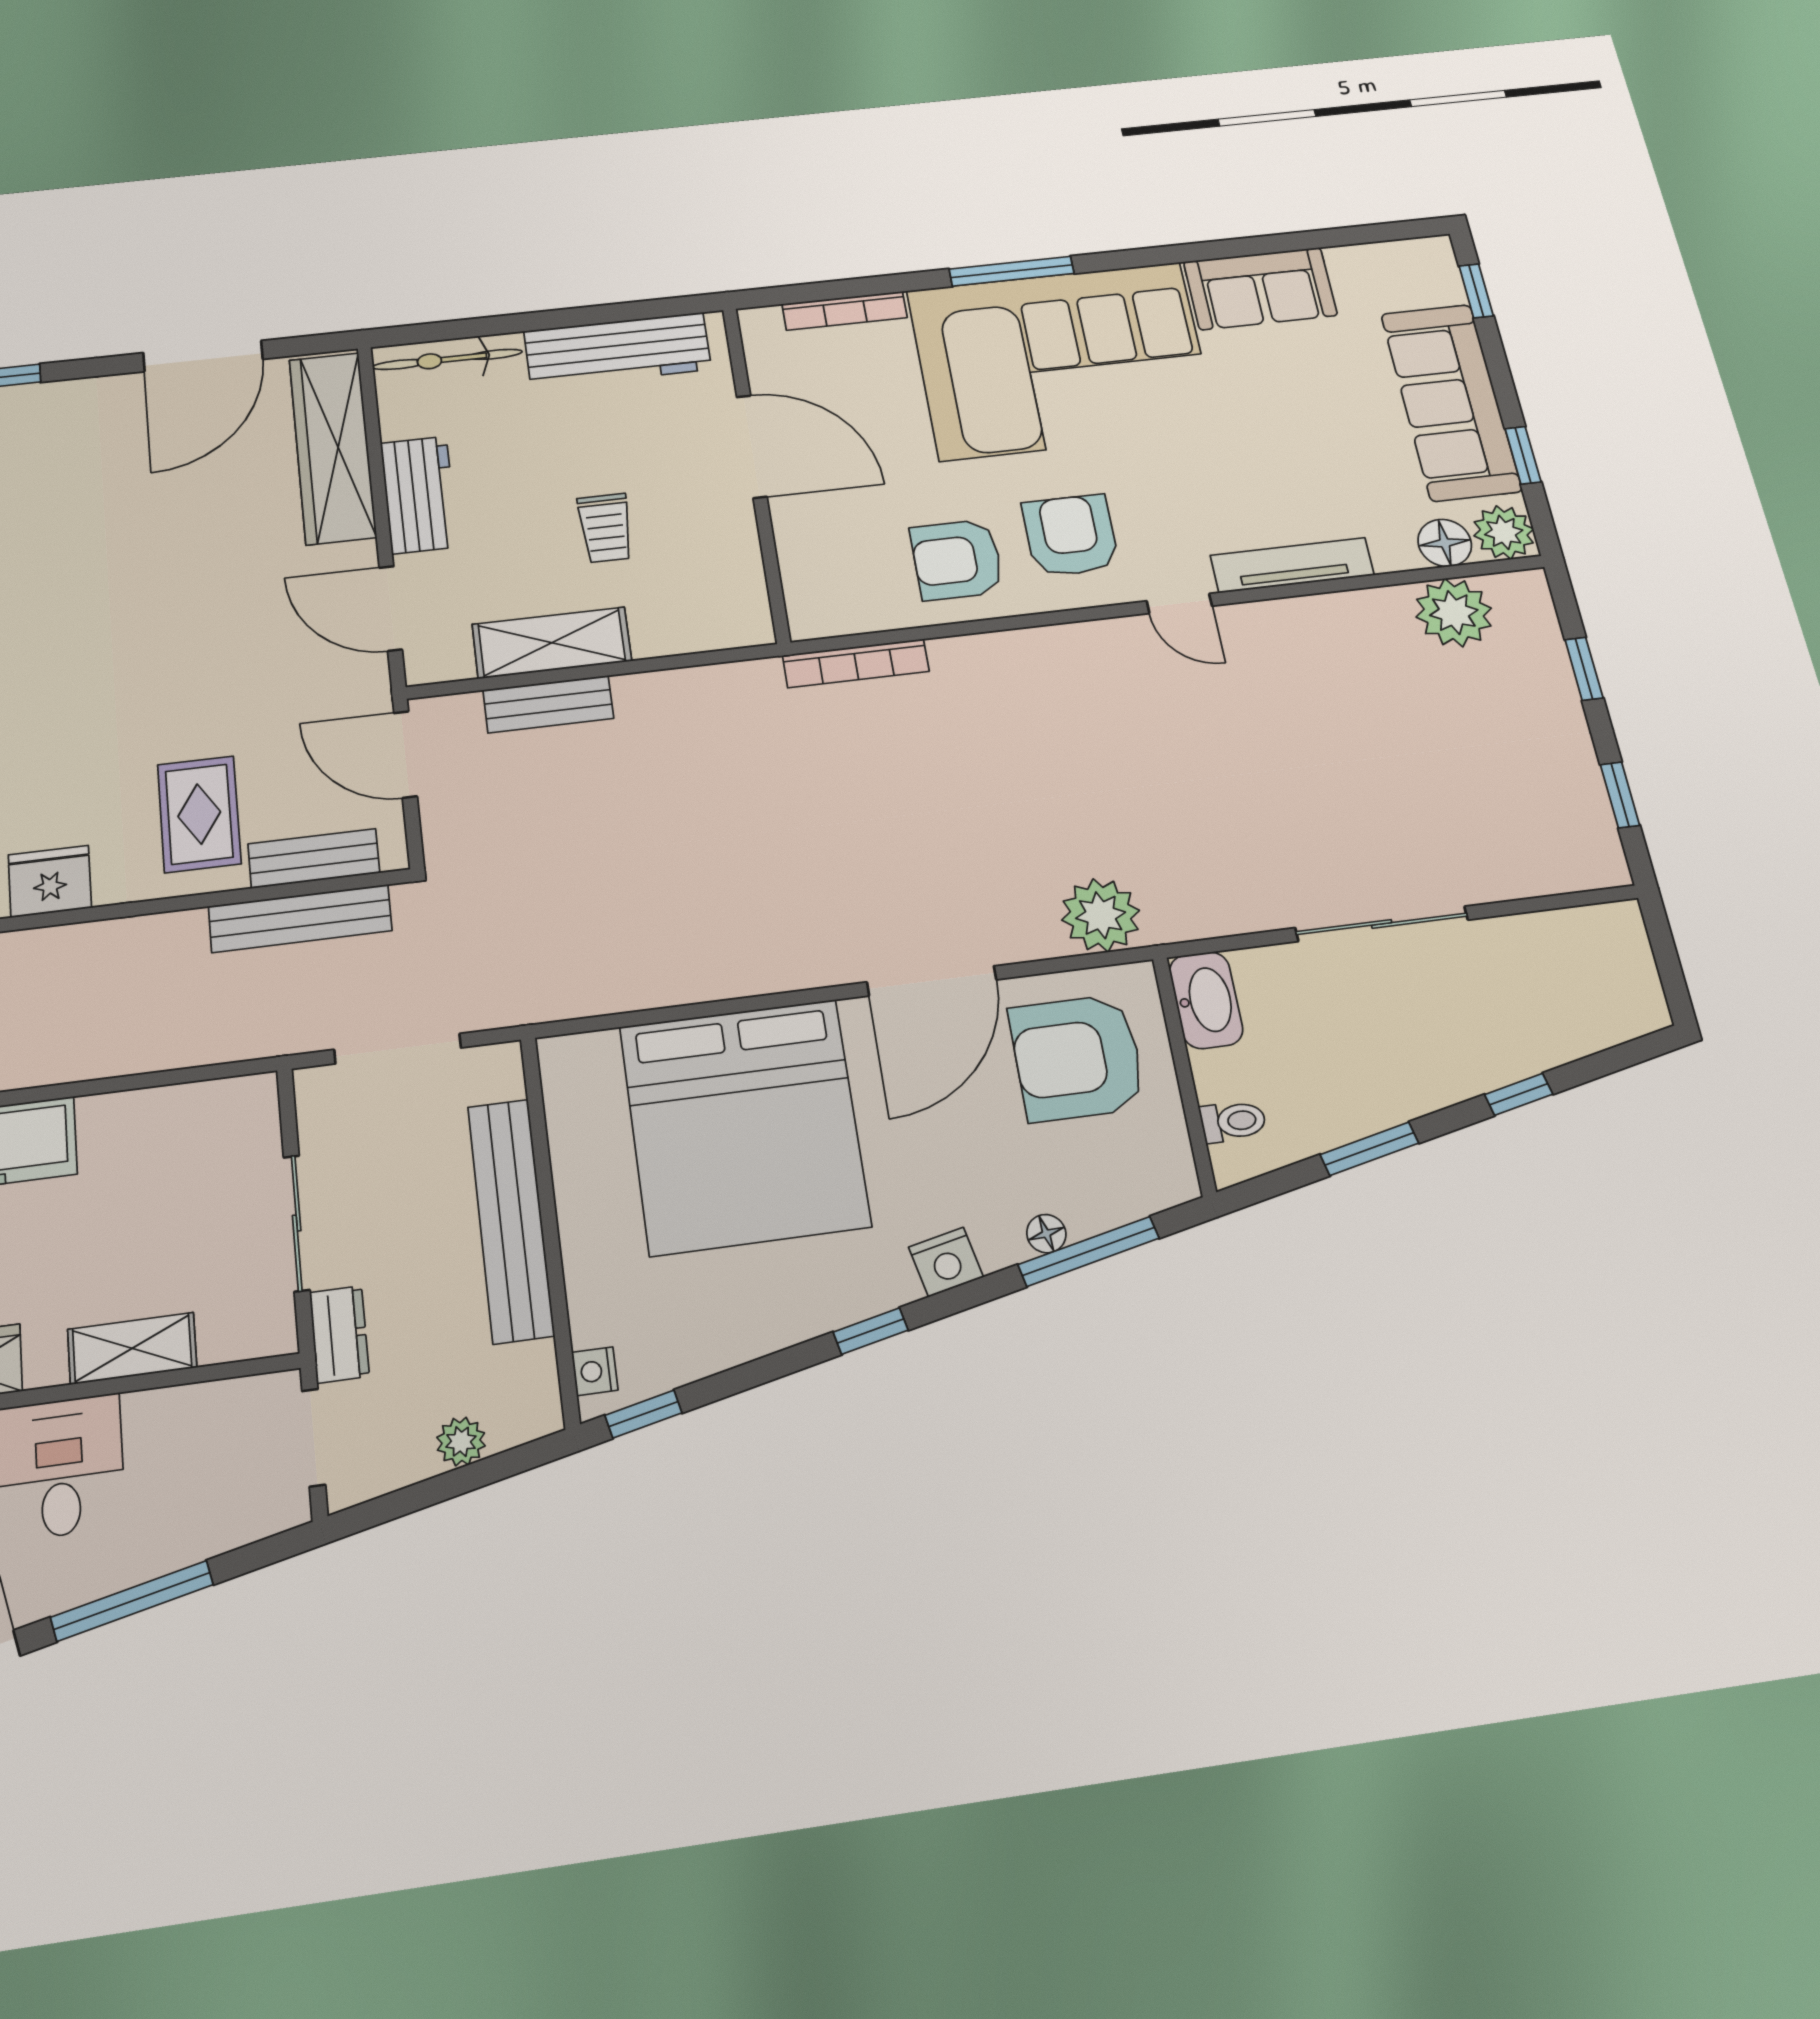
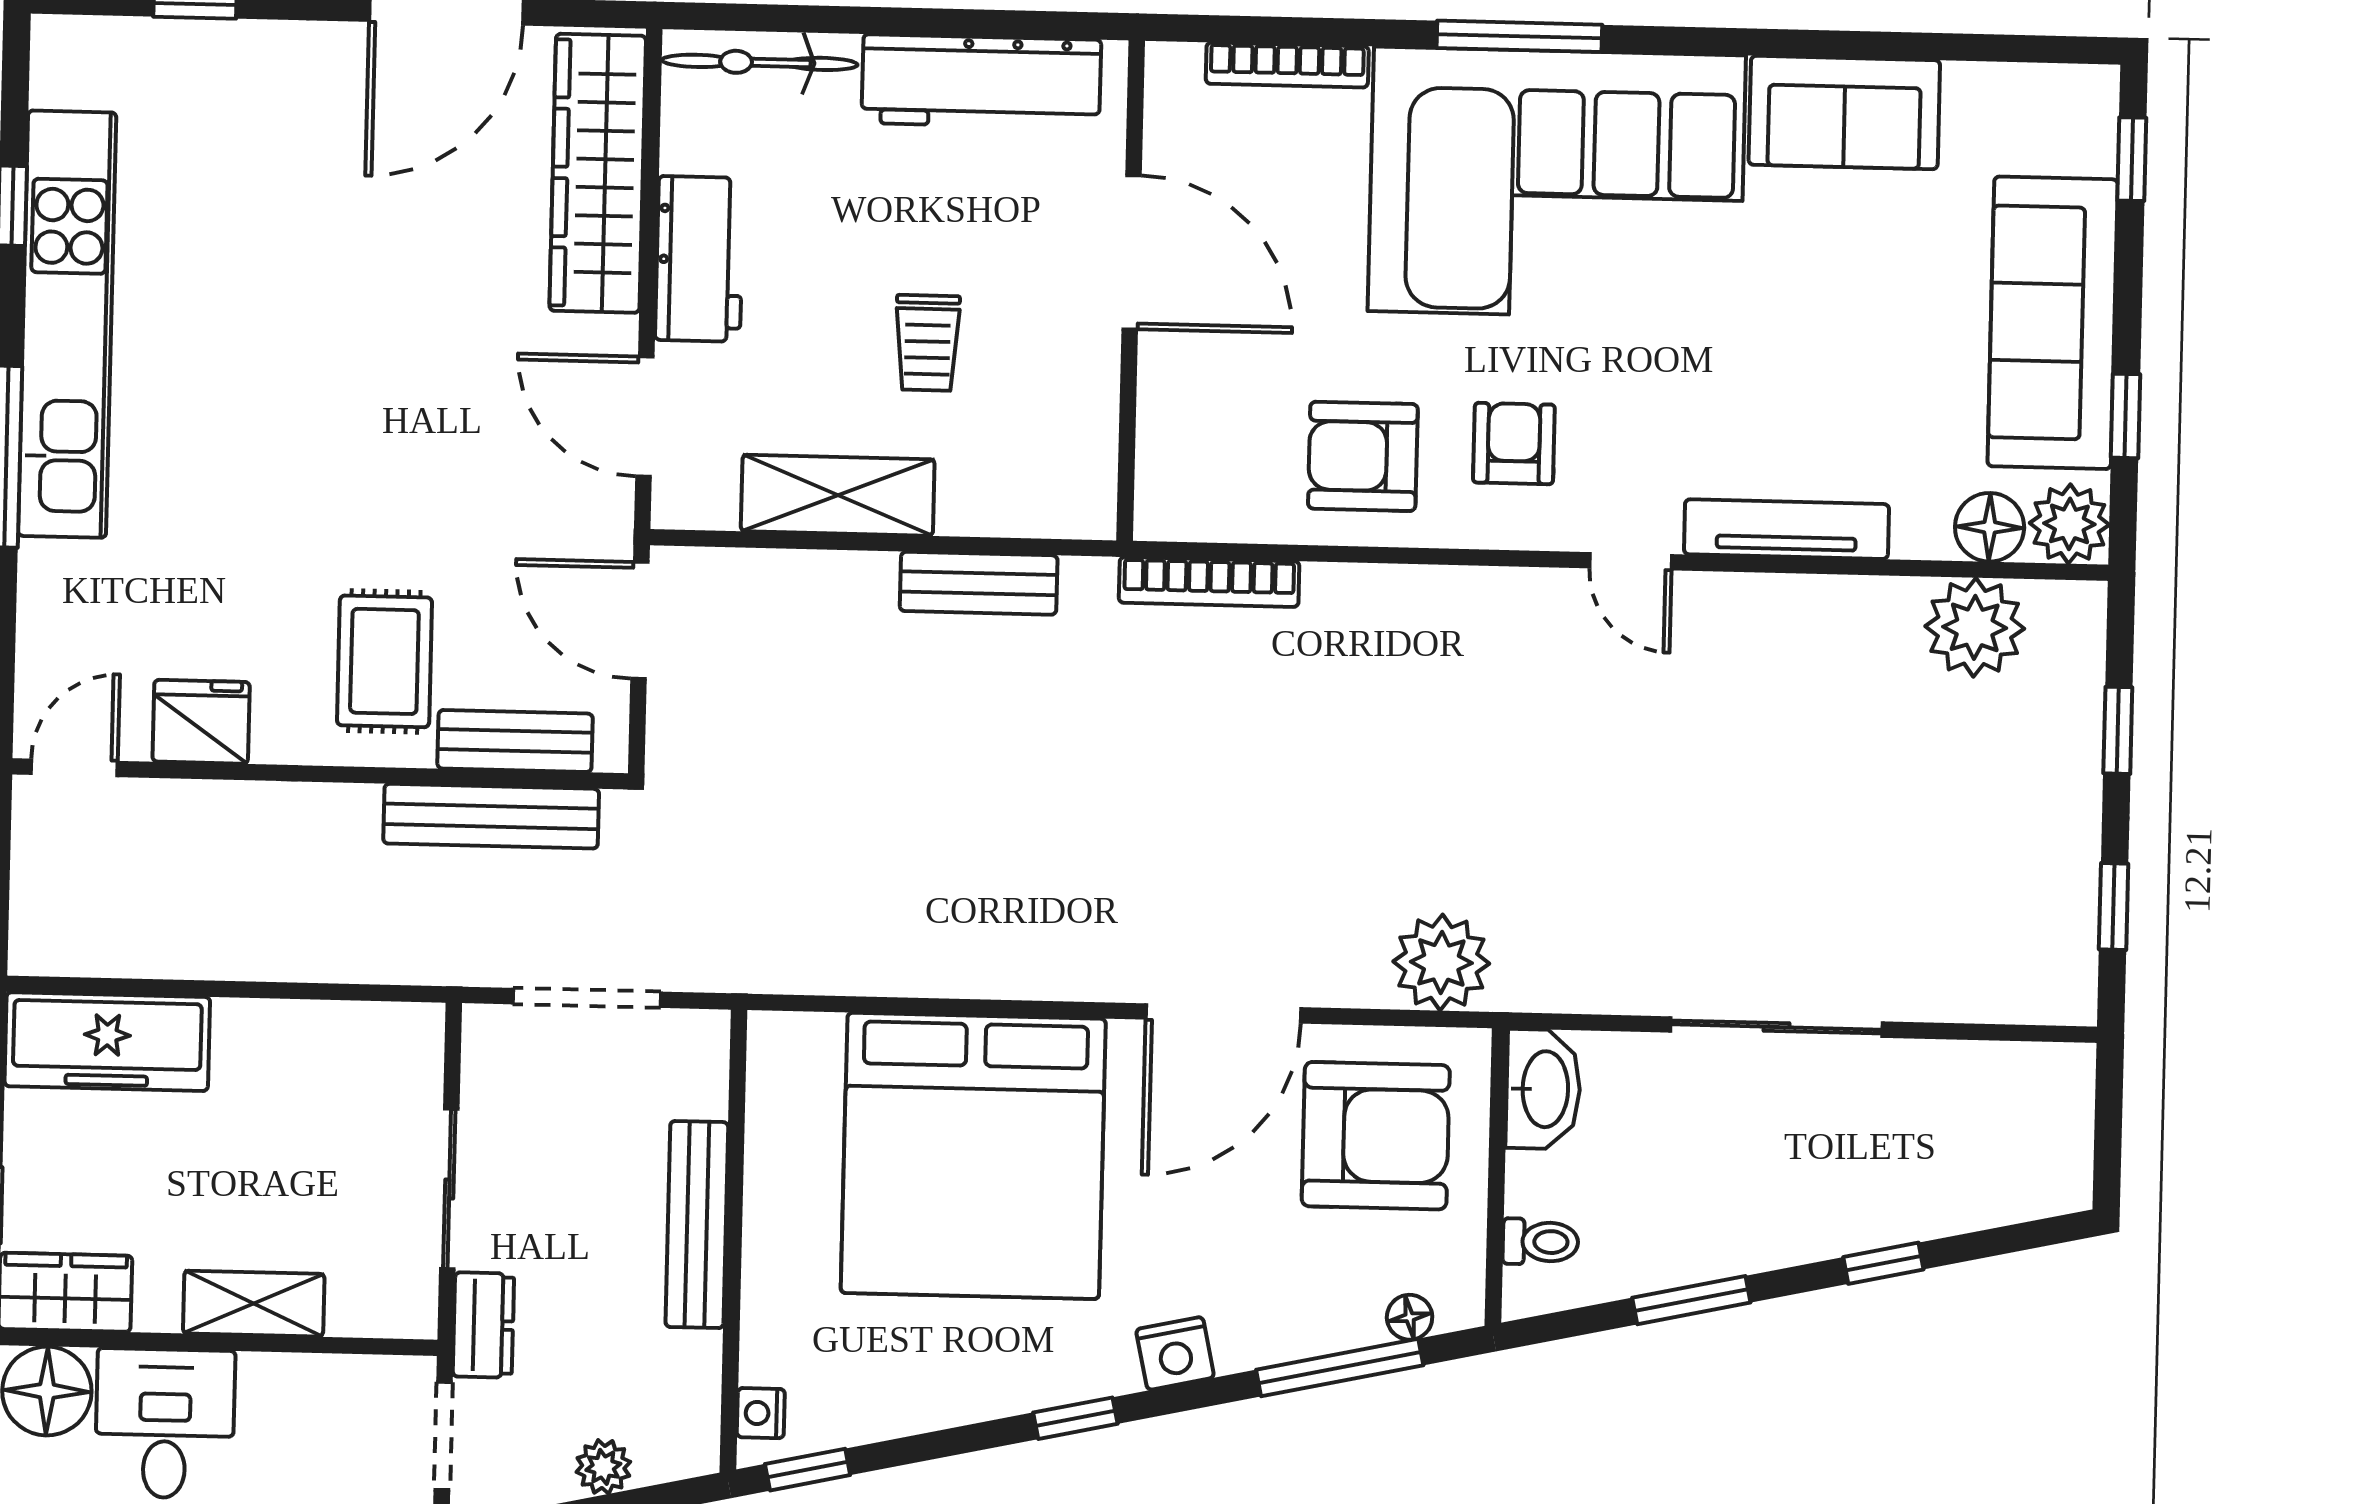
armchair: (1070, 535) -> (1514, 444), width x0.72, depth x0.72
bench: (548, 704) -> (979, 583), moved
armchair: (1077, 1058) -> (1376, 1136), turned 180
bench: (511, 1220) -> (697, 1225), width x0.73, depth x0.82
floor lamp: (1046, 1234) -> (1410, 1317), moved

